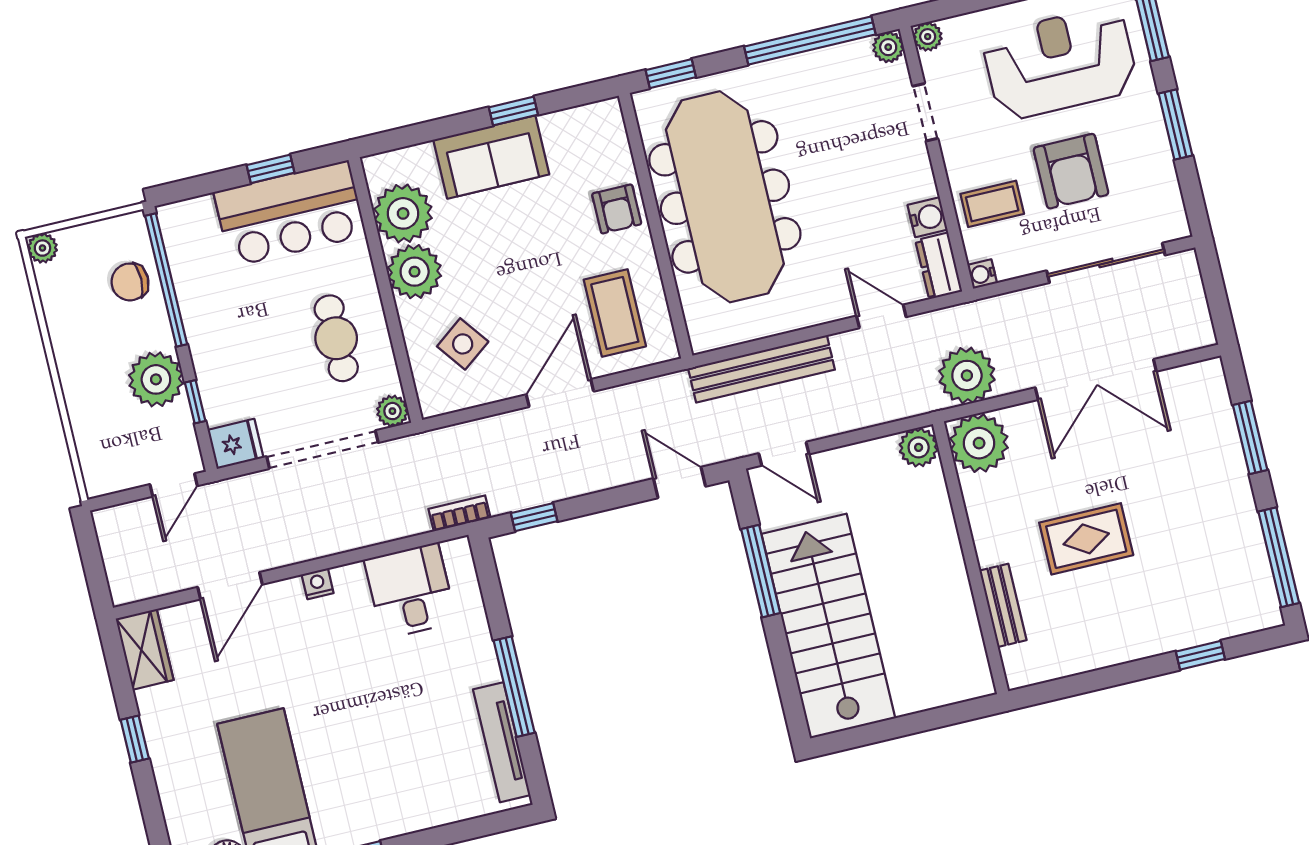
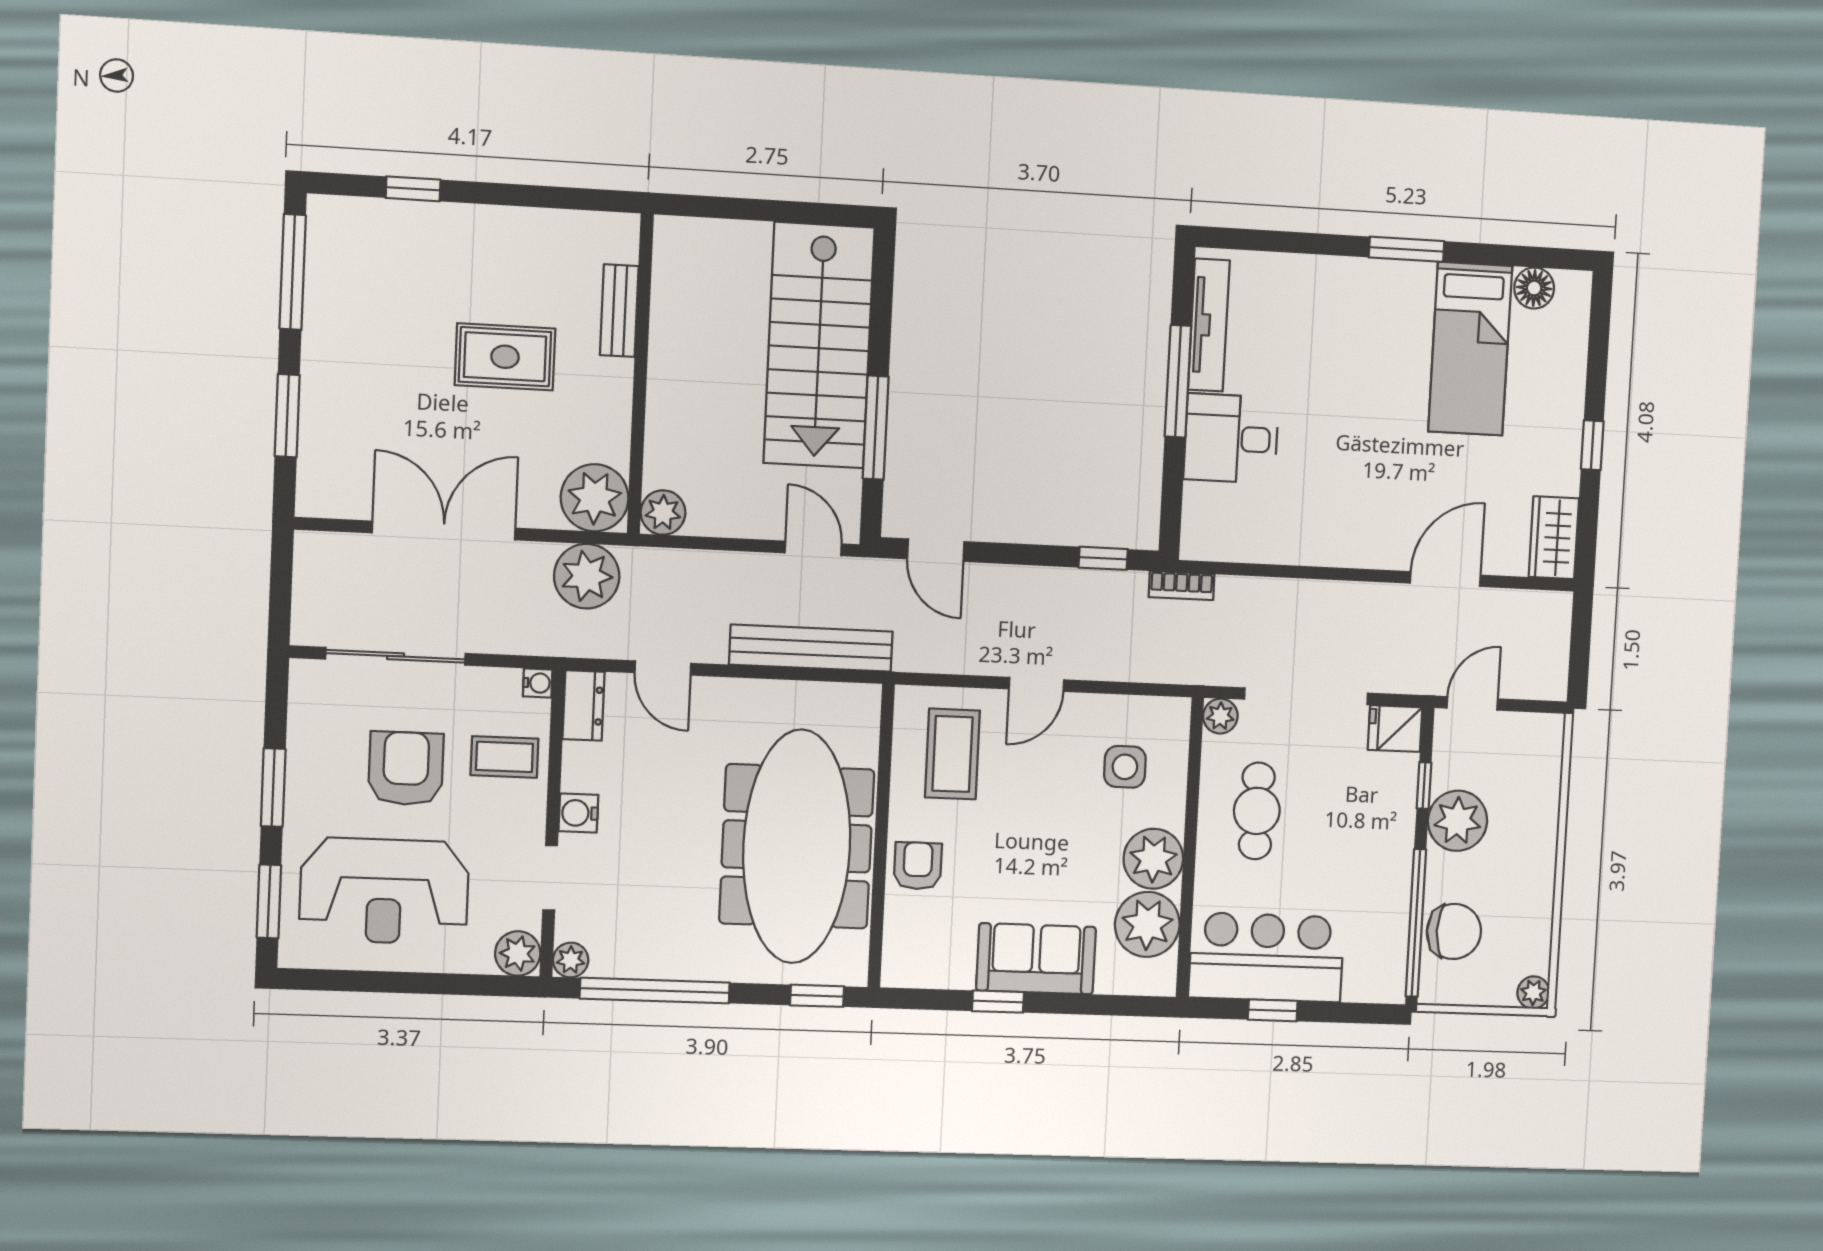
plant: (928, 37) -> (518, 953), width x1.38, depth x1.38
water cooler: (927, 217) -> (578, 813), moved
chair: (130, 282) -> (1454, 931), width x1.37, depth x1.37
side table: (463, 344) -> (1125, 767), turned 37
door: (560, 393) -> (1036, 684), width x0.73
nightstand: (318, 584) -> (1353, 554), removed
desk: (410, 591) -> (1231, 438), moved, turned 90

